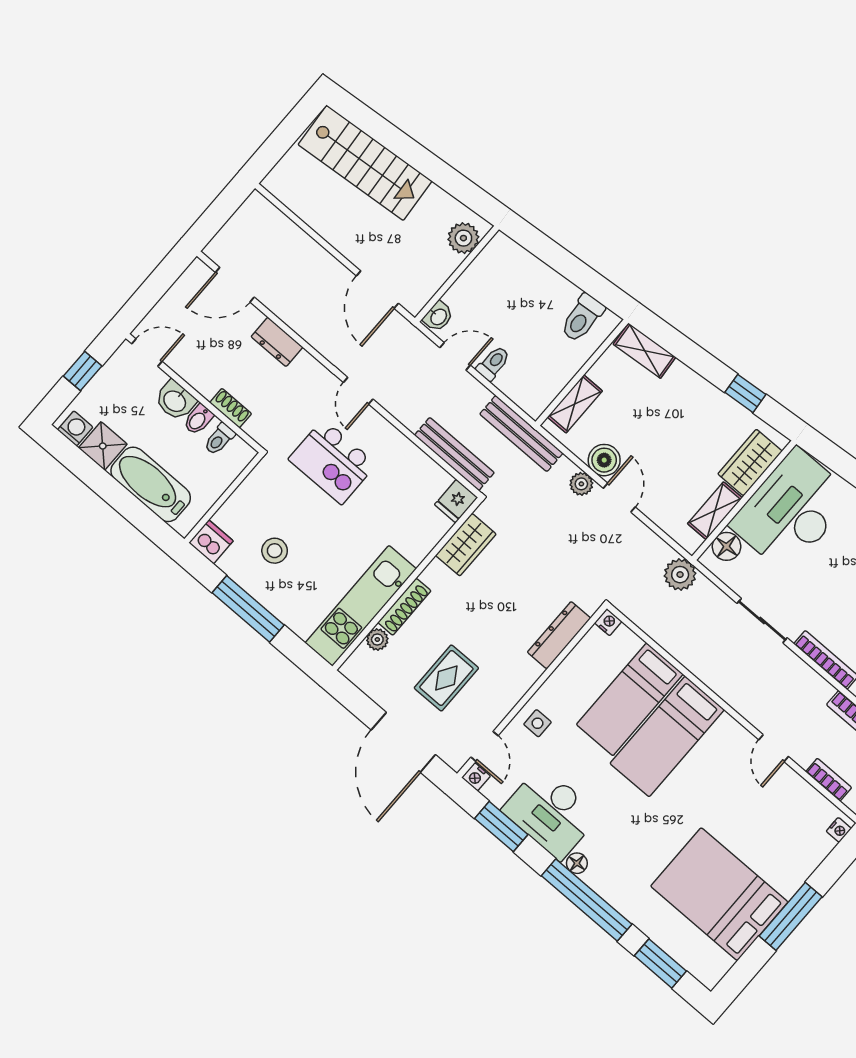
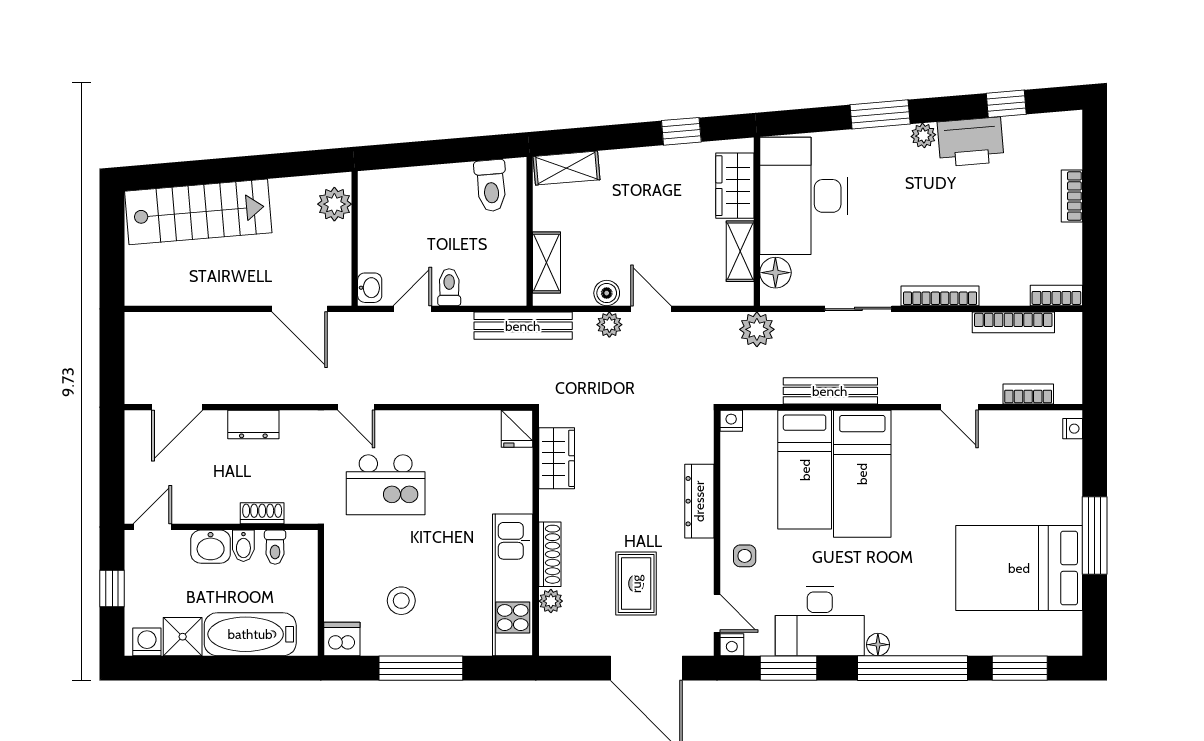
bench: (454, 454) -> (830, 391), moved
boiler: (604, 460) -> (607, 293), width x0.73, depth x0.73
dresser: (559, 635) -> (699, 501), moved

